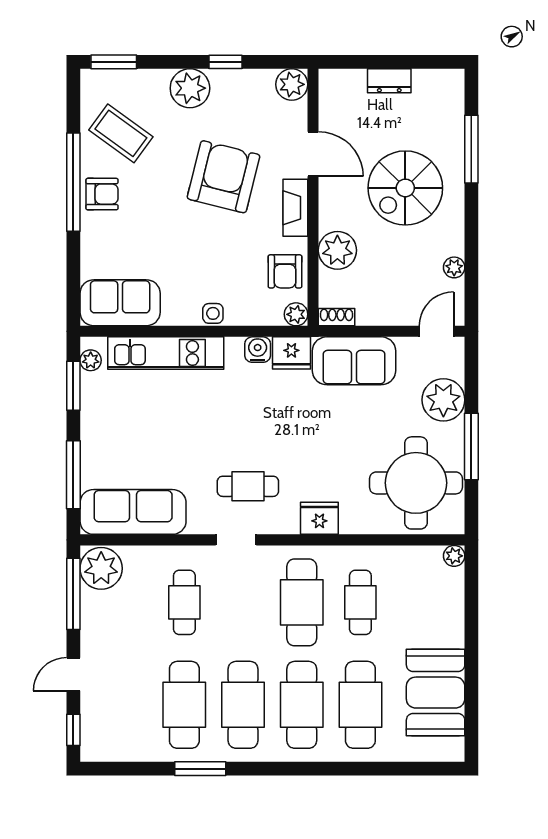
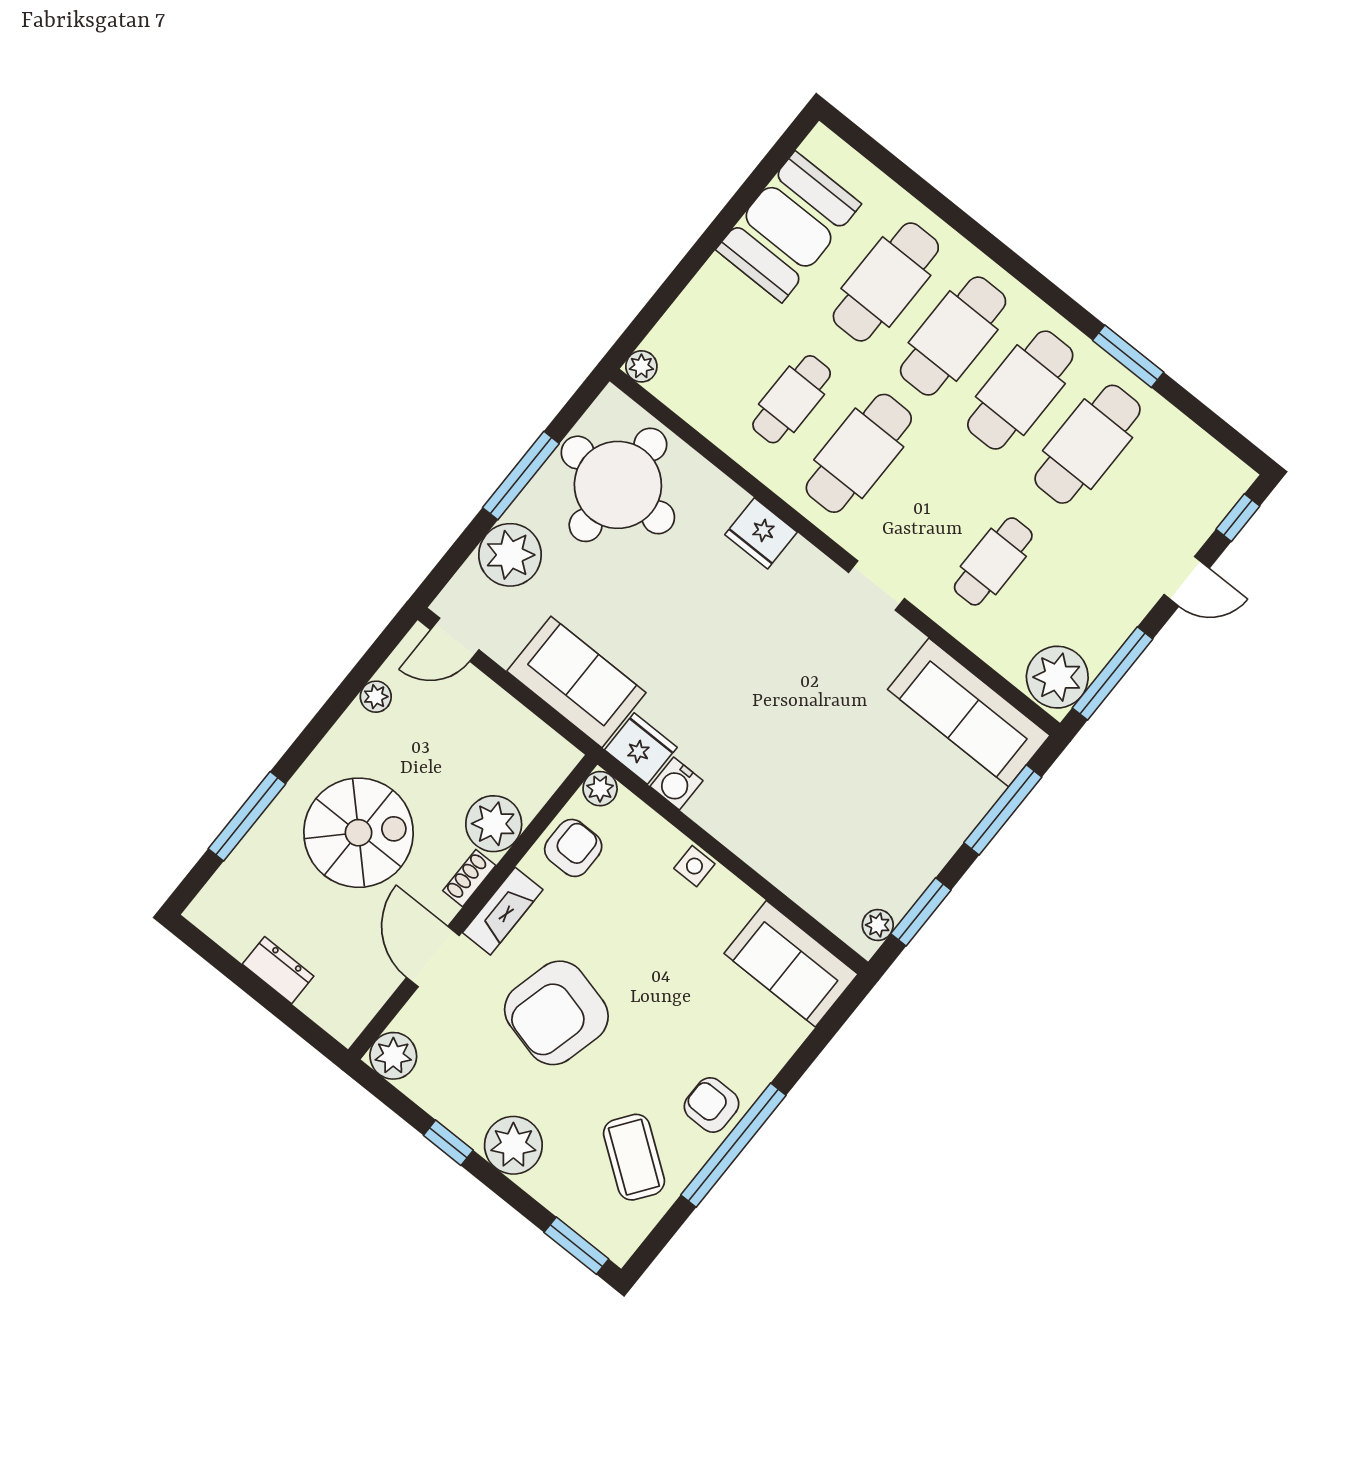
shoe rack: (336, 317) -> (469, 878), moved, turned 90
kitchen unit: (166, 353) -> (785, 864), removed
cafe table: (248, 486) -> (813, 636), removed

